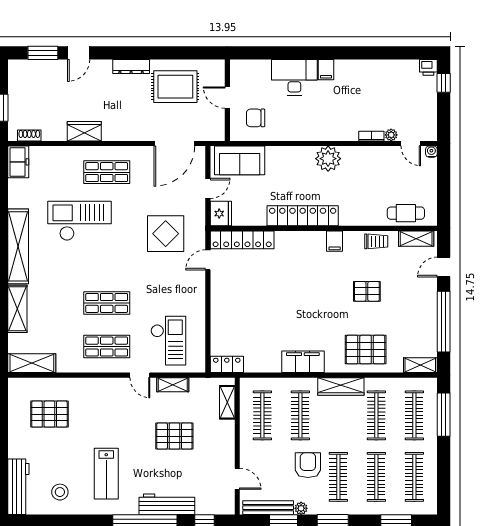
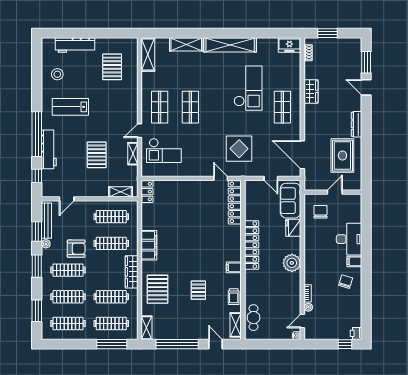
chair: (355, 82) -> (346, 282), added
fridge: (221, 214) -> (293, 228), moved, turned 90
workbench: (18, 487) -> (75, 45), moved

